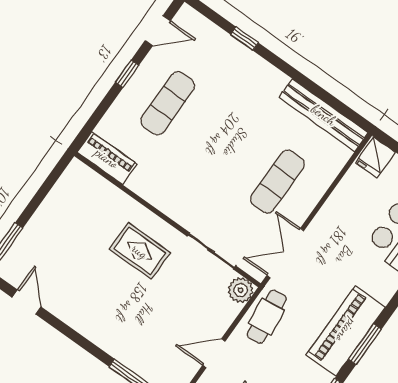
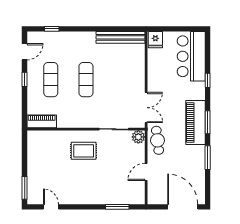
window: (244, 39) -> (52, 29), moved
exercise mat: (277, 182) -> (86, 80), moved
double door: (285, 253) -> (146, 108), swing flipped

